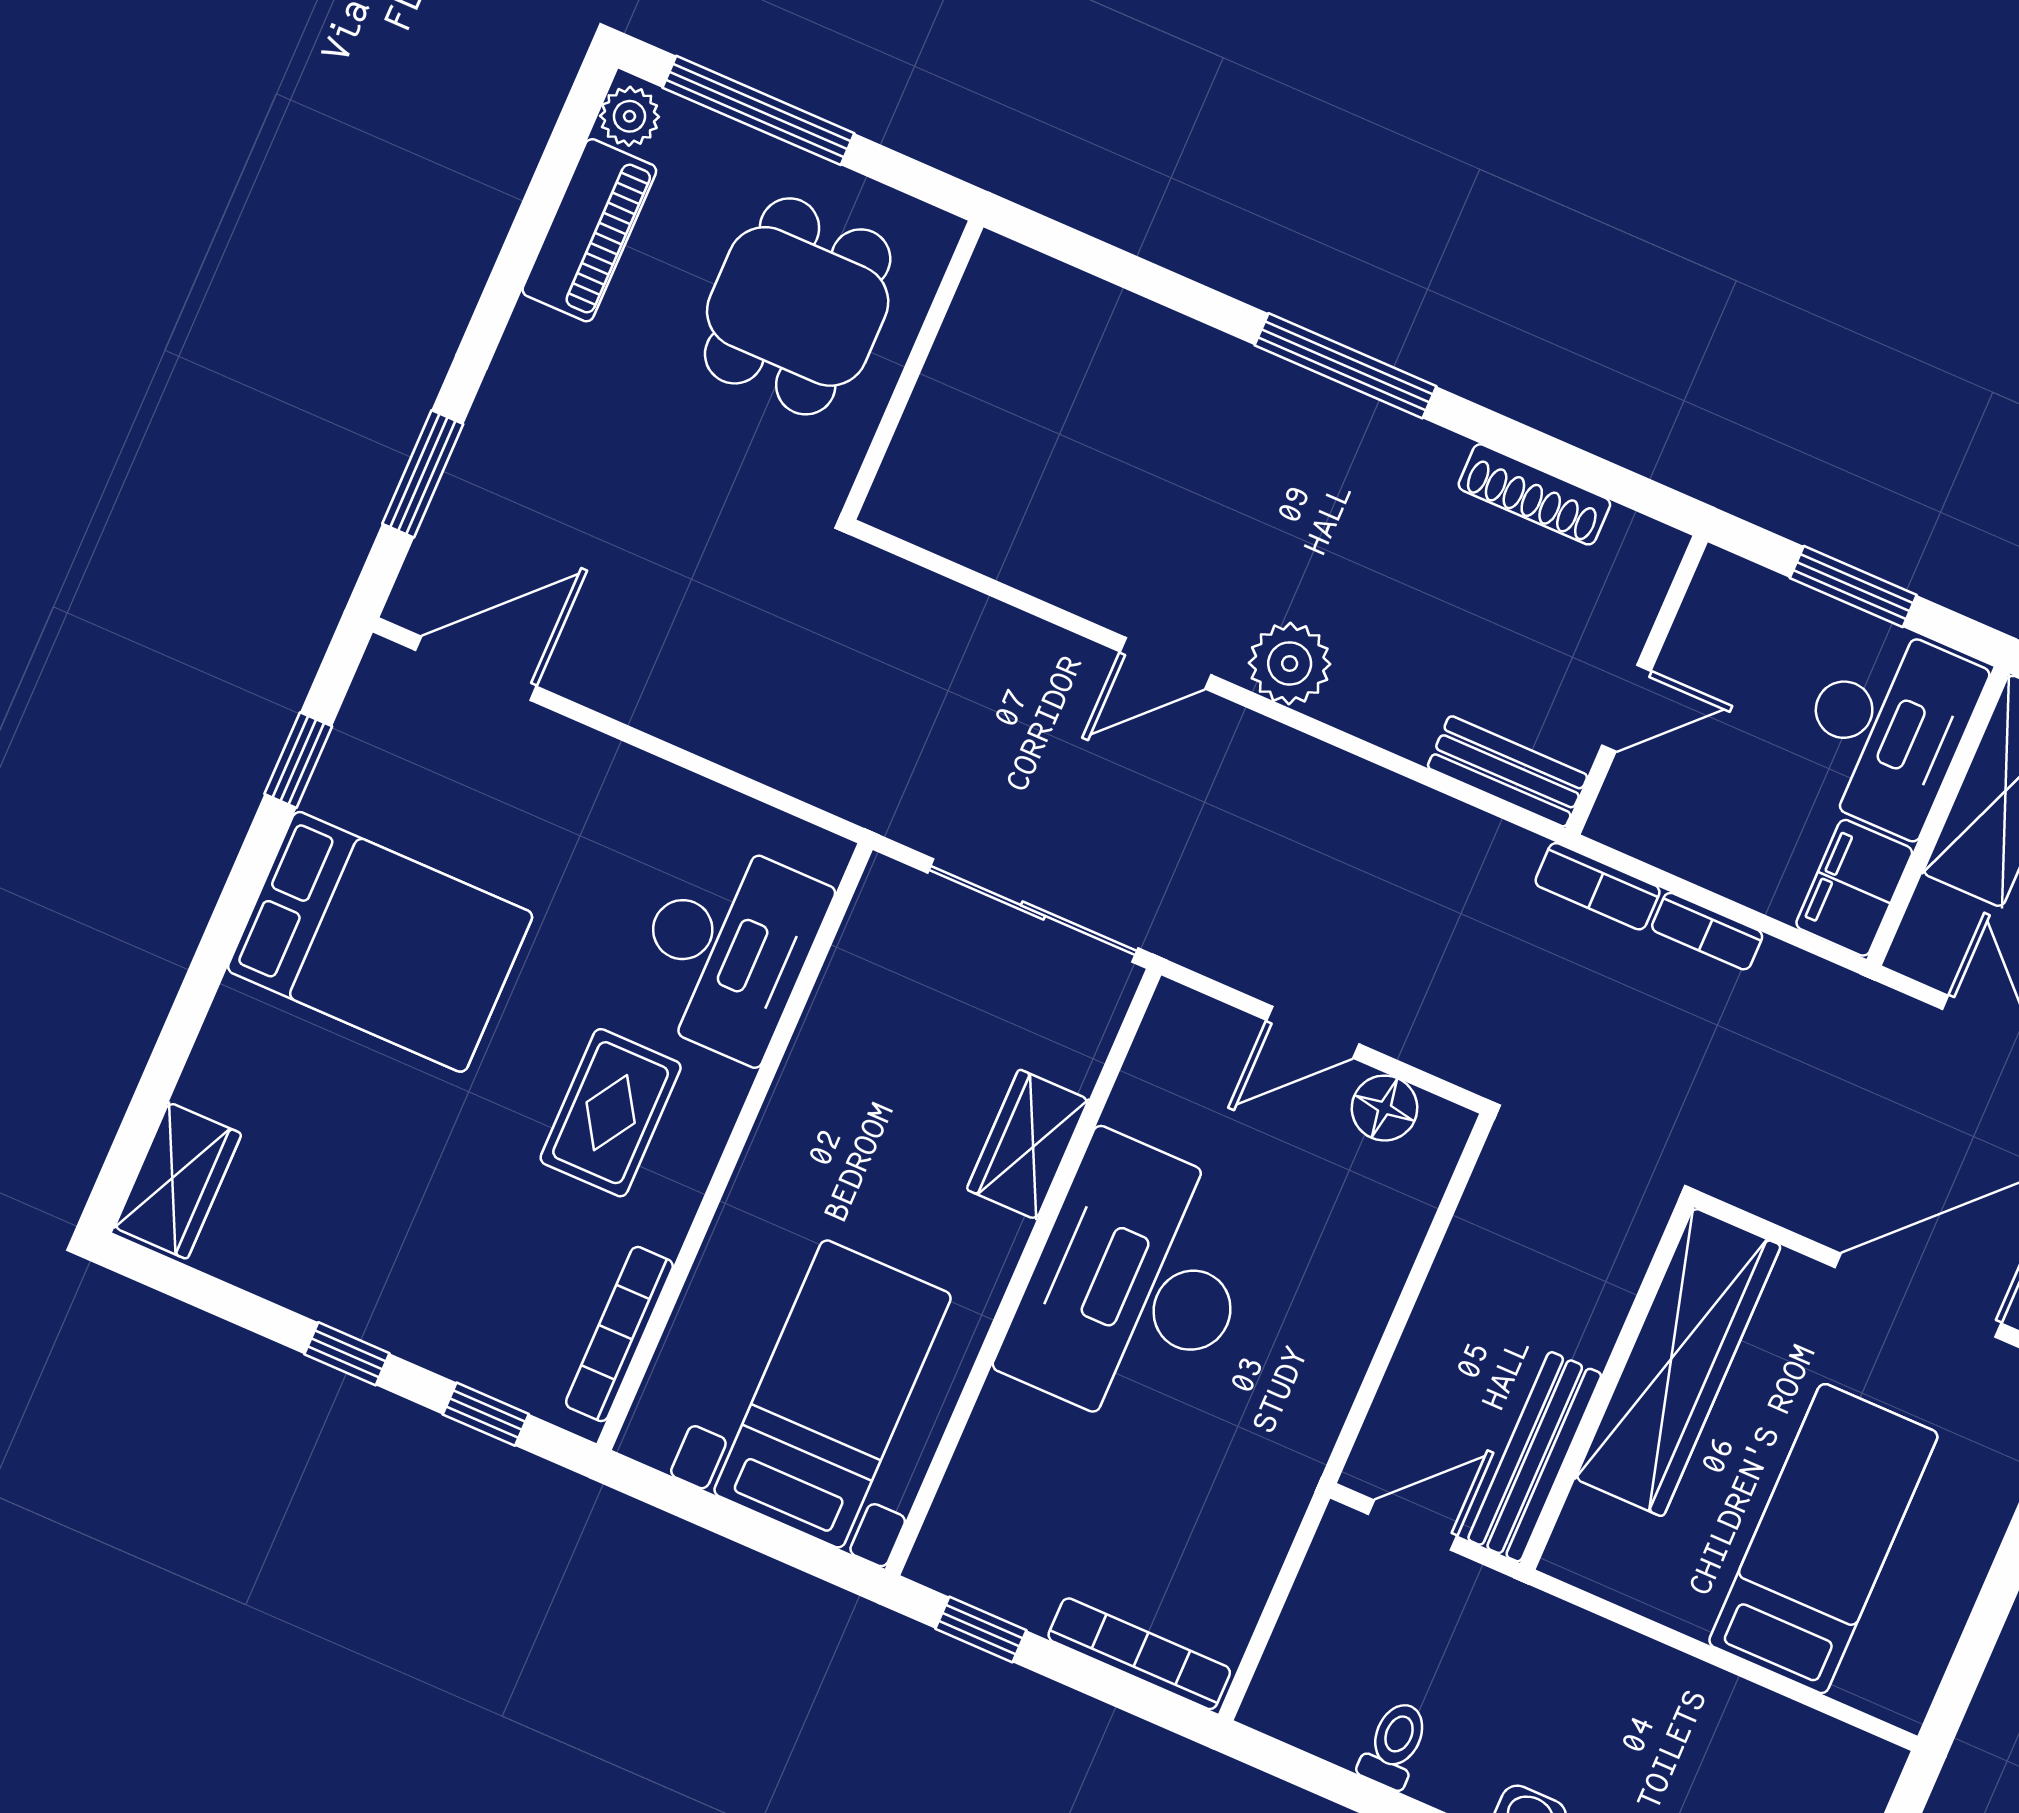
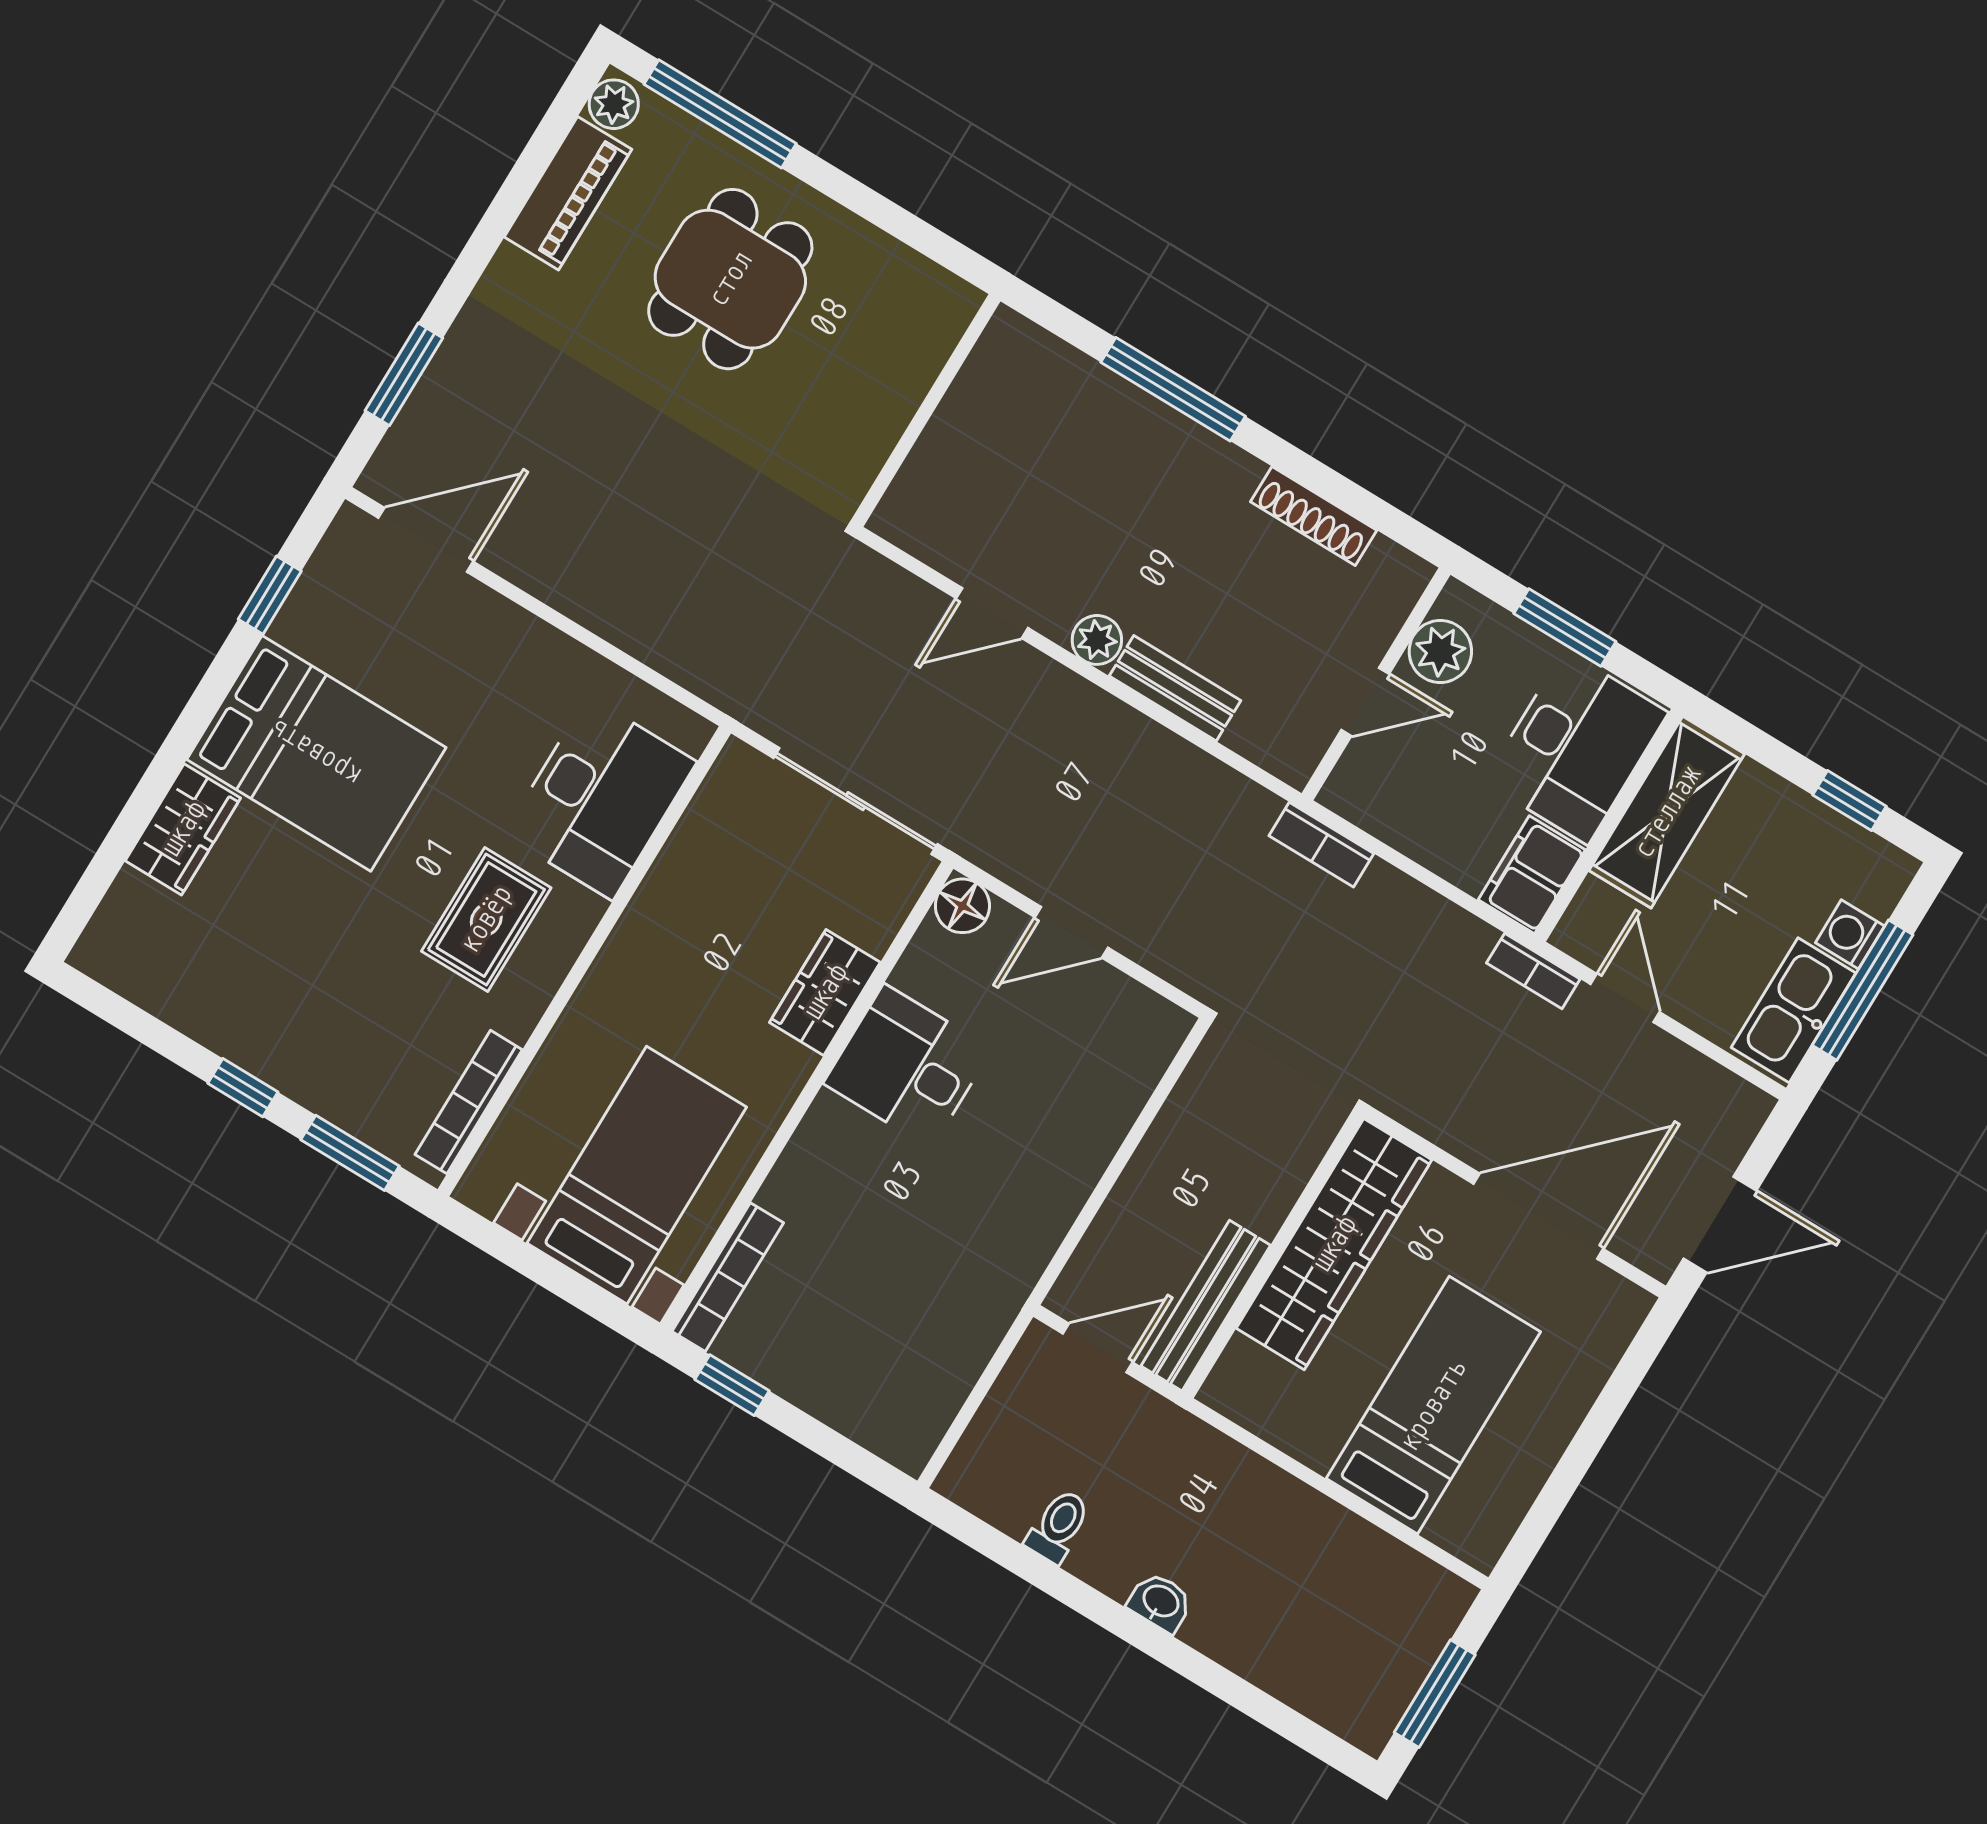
wall: (912, 370) -> (926, 410), moved
plant: (1708, 636) -> (1440, 651), added
plant: (1290, 663) -> (1097, 640), width x0.73, depth x0.73
bench: (1507, 771) -> (1175, 688), moved
bookcase: (1707, 931) -> (1533, 971), moved
floor lamp: (1385, 1108) -> (962, 906), moved
wardrobe: (178, 1181) -> (183, 829), moved
desk: (1135, 1285) -> (908, 1066), width x0.53, depth x0.77
window: (486, 1414) -> (350, 1153), width x1.50
bookcase: (1139, 1654) -> (728, 1277), moved, turned 90

